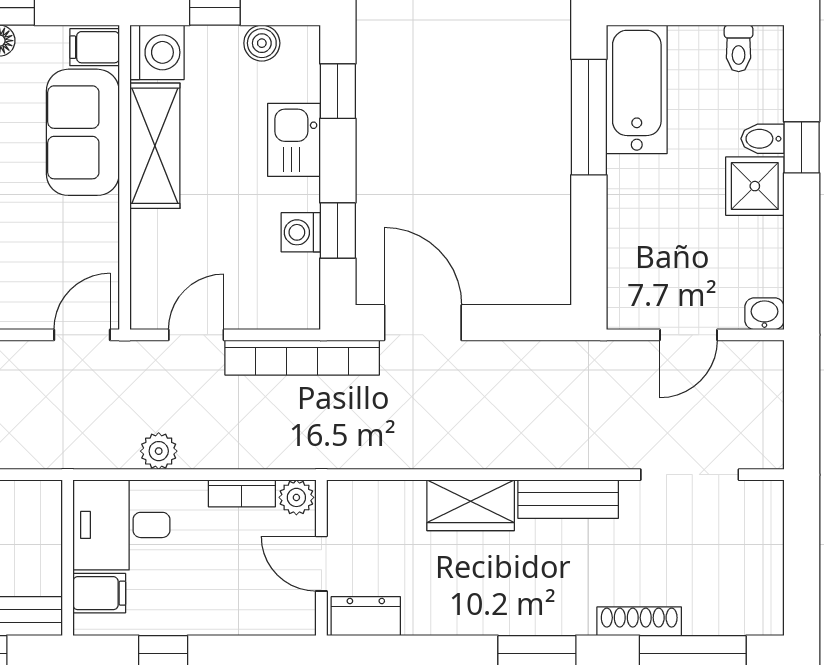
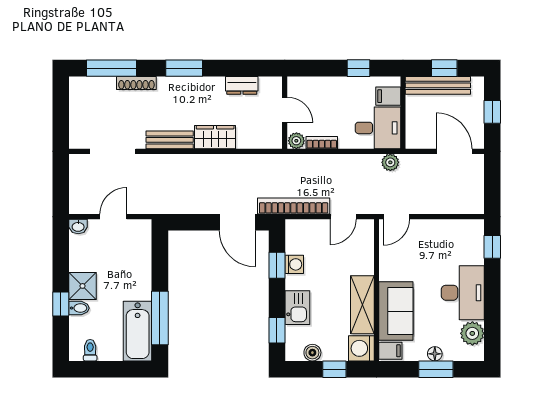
plant: (159, 451) -> (390, 162), moved
dresser: (366, 616) -> (242, 85), moved

